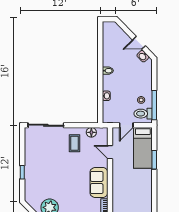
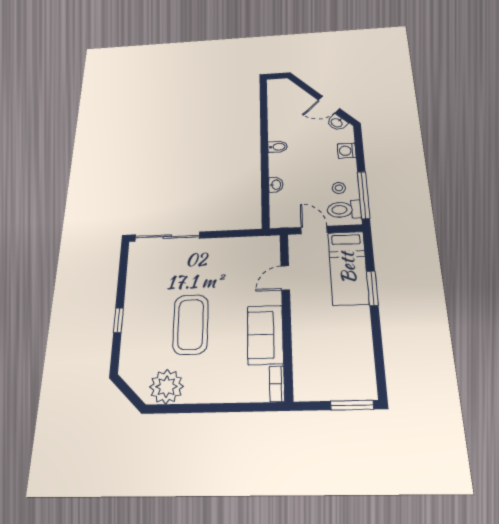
washing machine: (147, 76) -> (347, 151), added
door: (126, 125) -> (314, 230), swing flipped
floor lamp: (91, 132) -> (250, 245), removed
coffee table: (74, 143) -> (191, 324), moved, width x1.86, depth x1.72
door: (110, 152) -> (285, 278), hinge flipped

